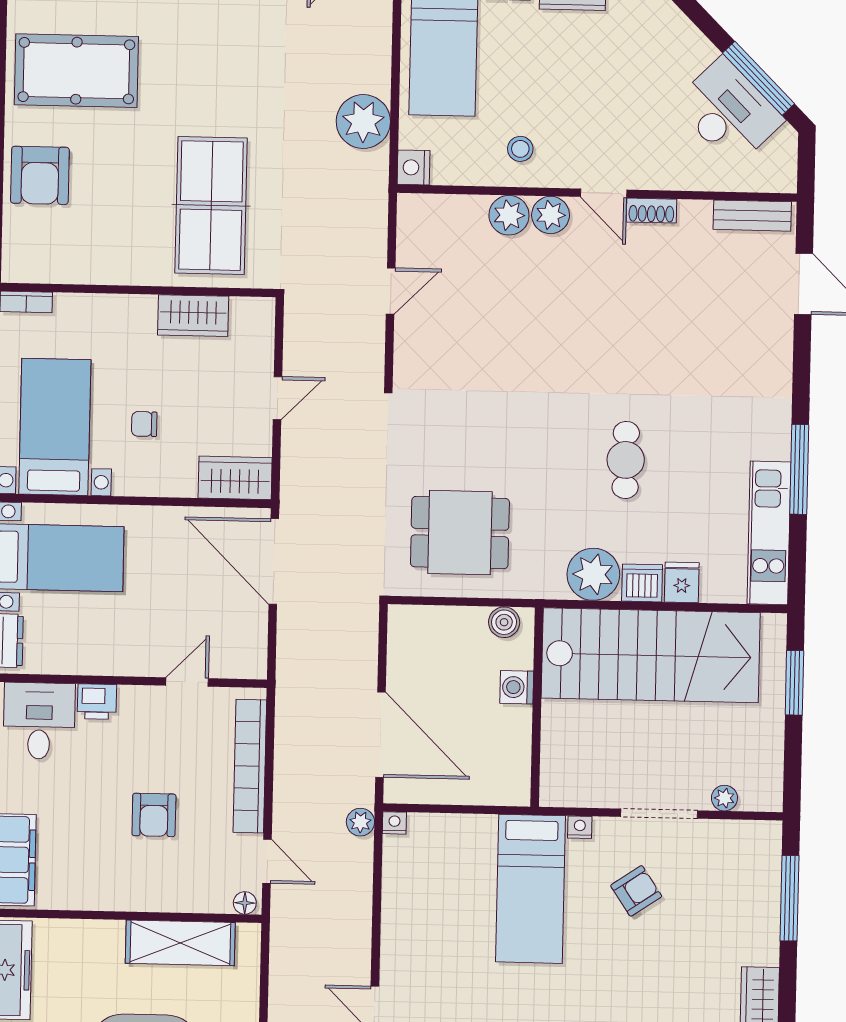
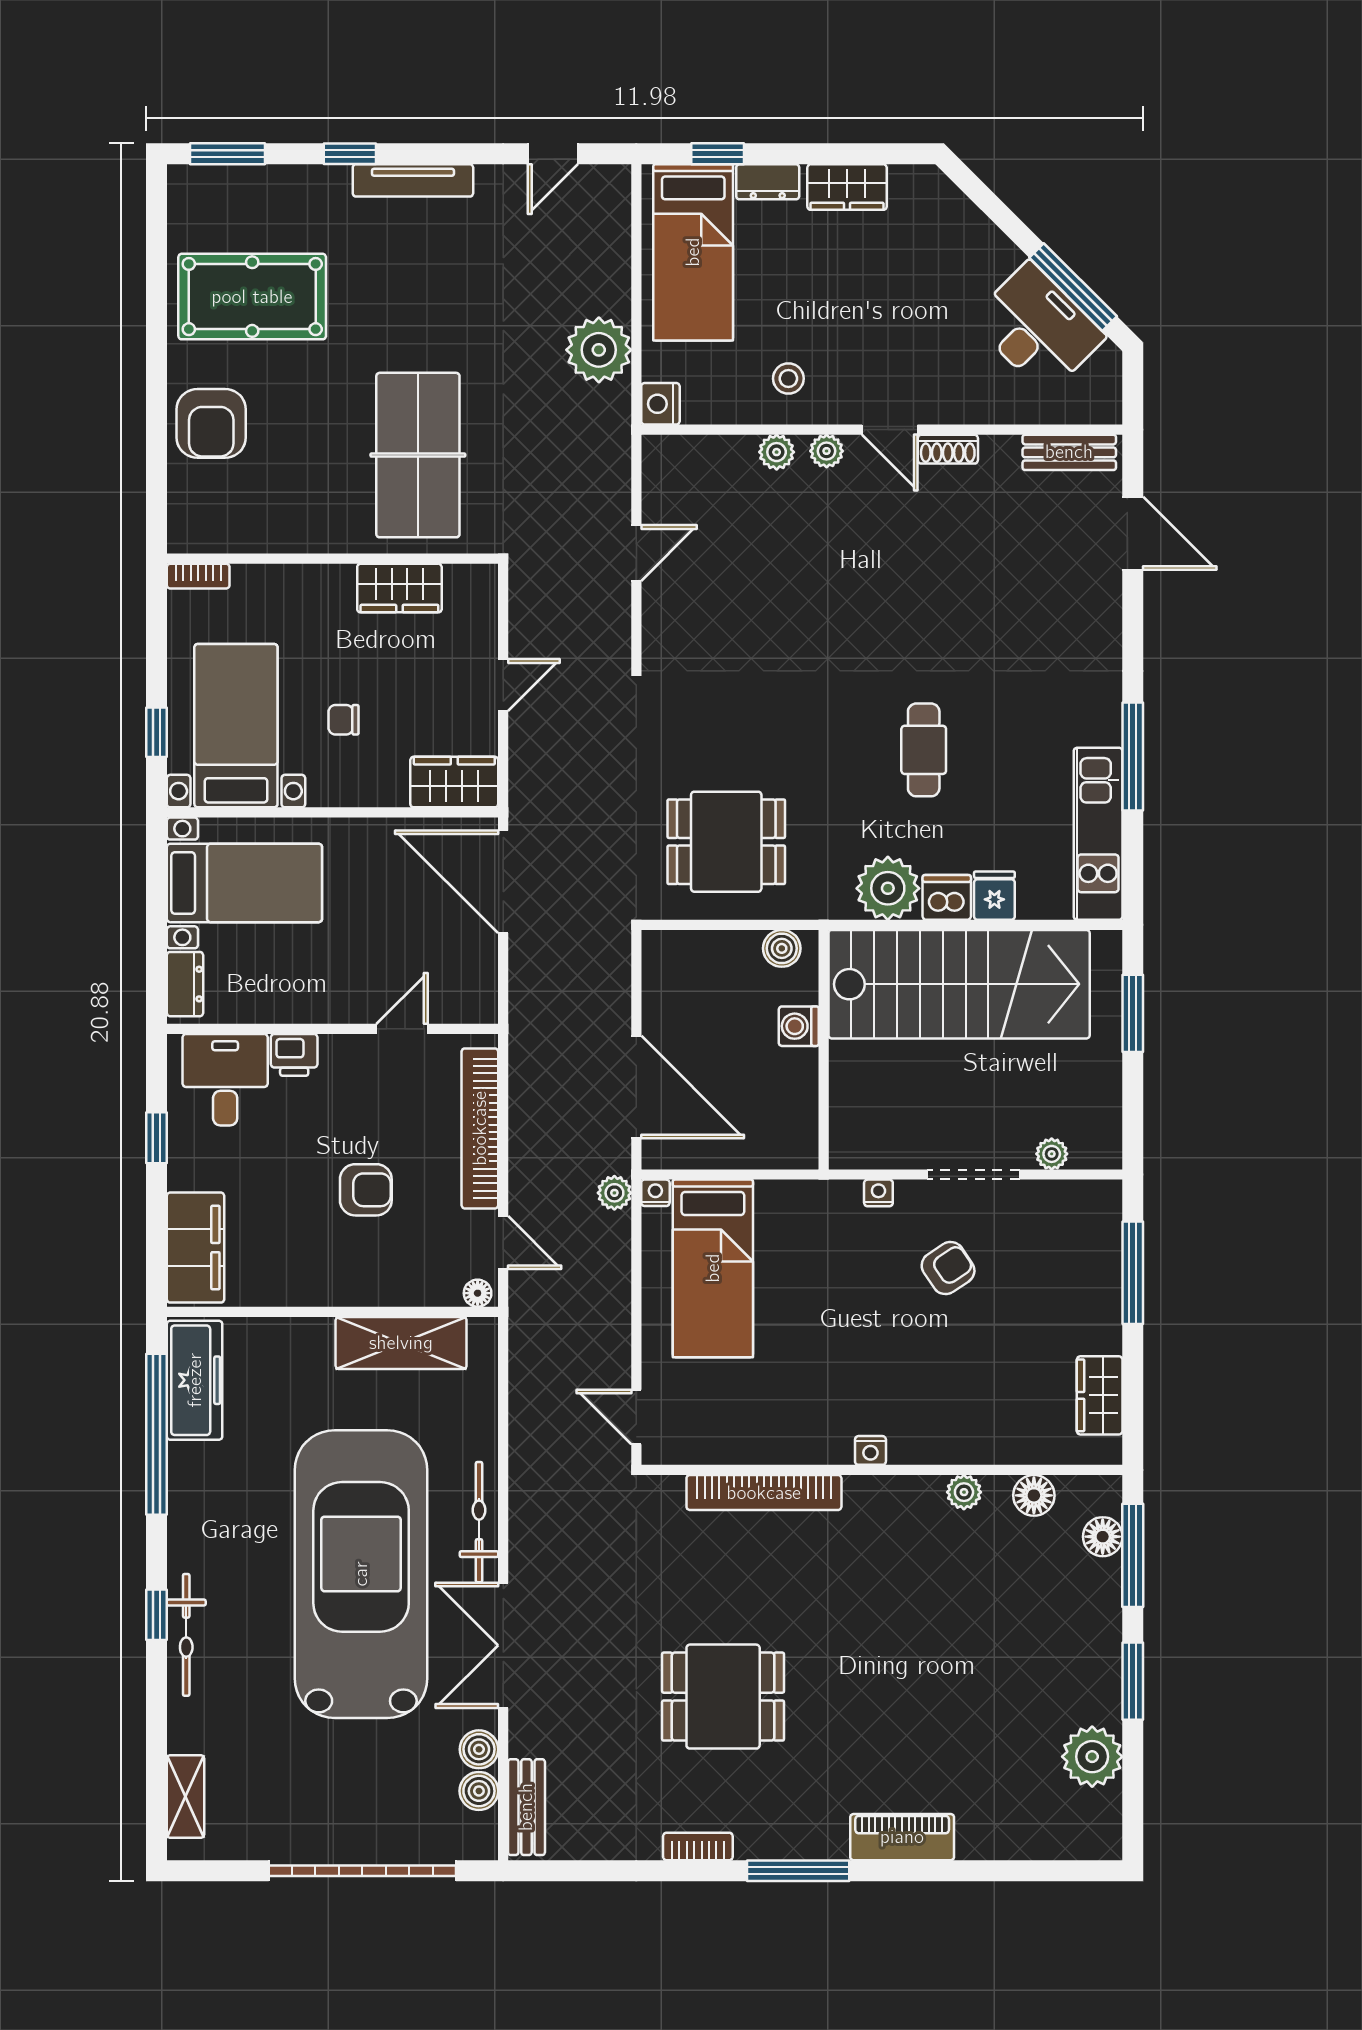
plant: (509, 215) -> (777, 452), width x0.73, depth x0.73
plant: (551, 215) -> (827, 451), width x0.73, depth x0.73
armchair: (154, 815) -> (366, 1190), turned -90
bed: (531, 889) -> (713, 1268), moved

